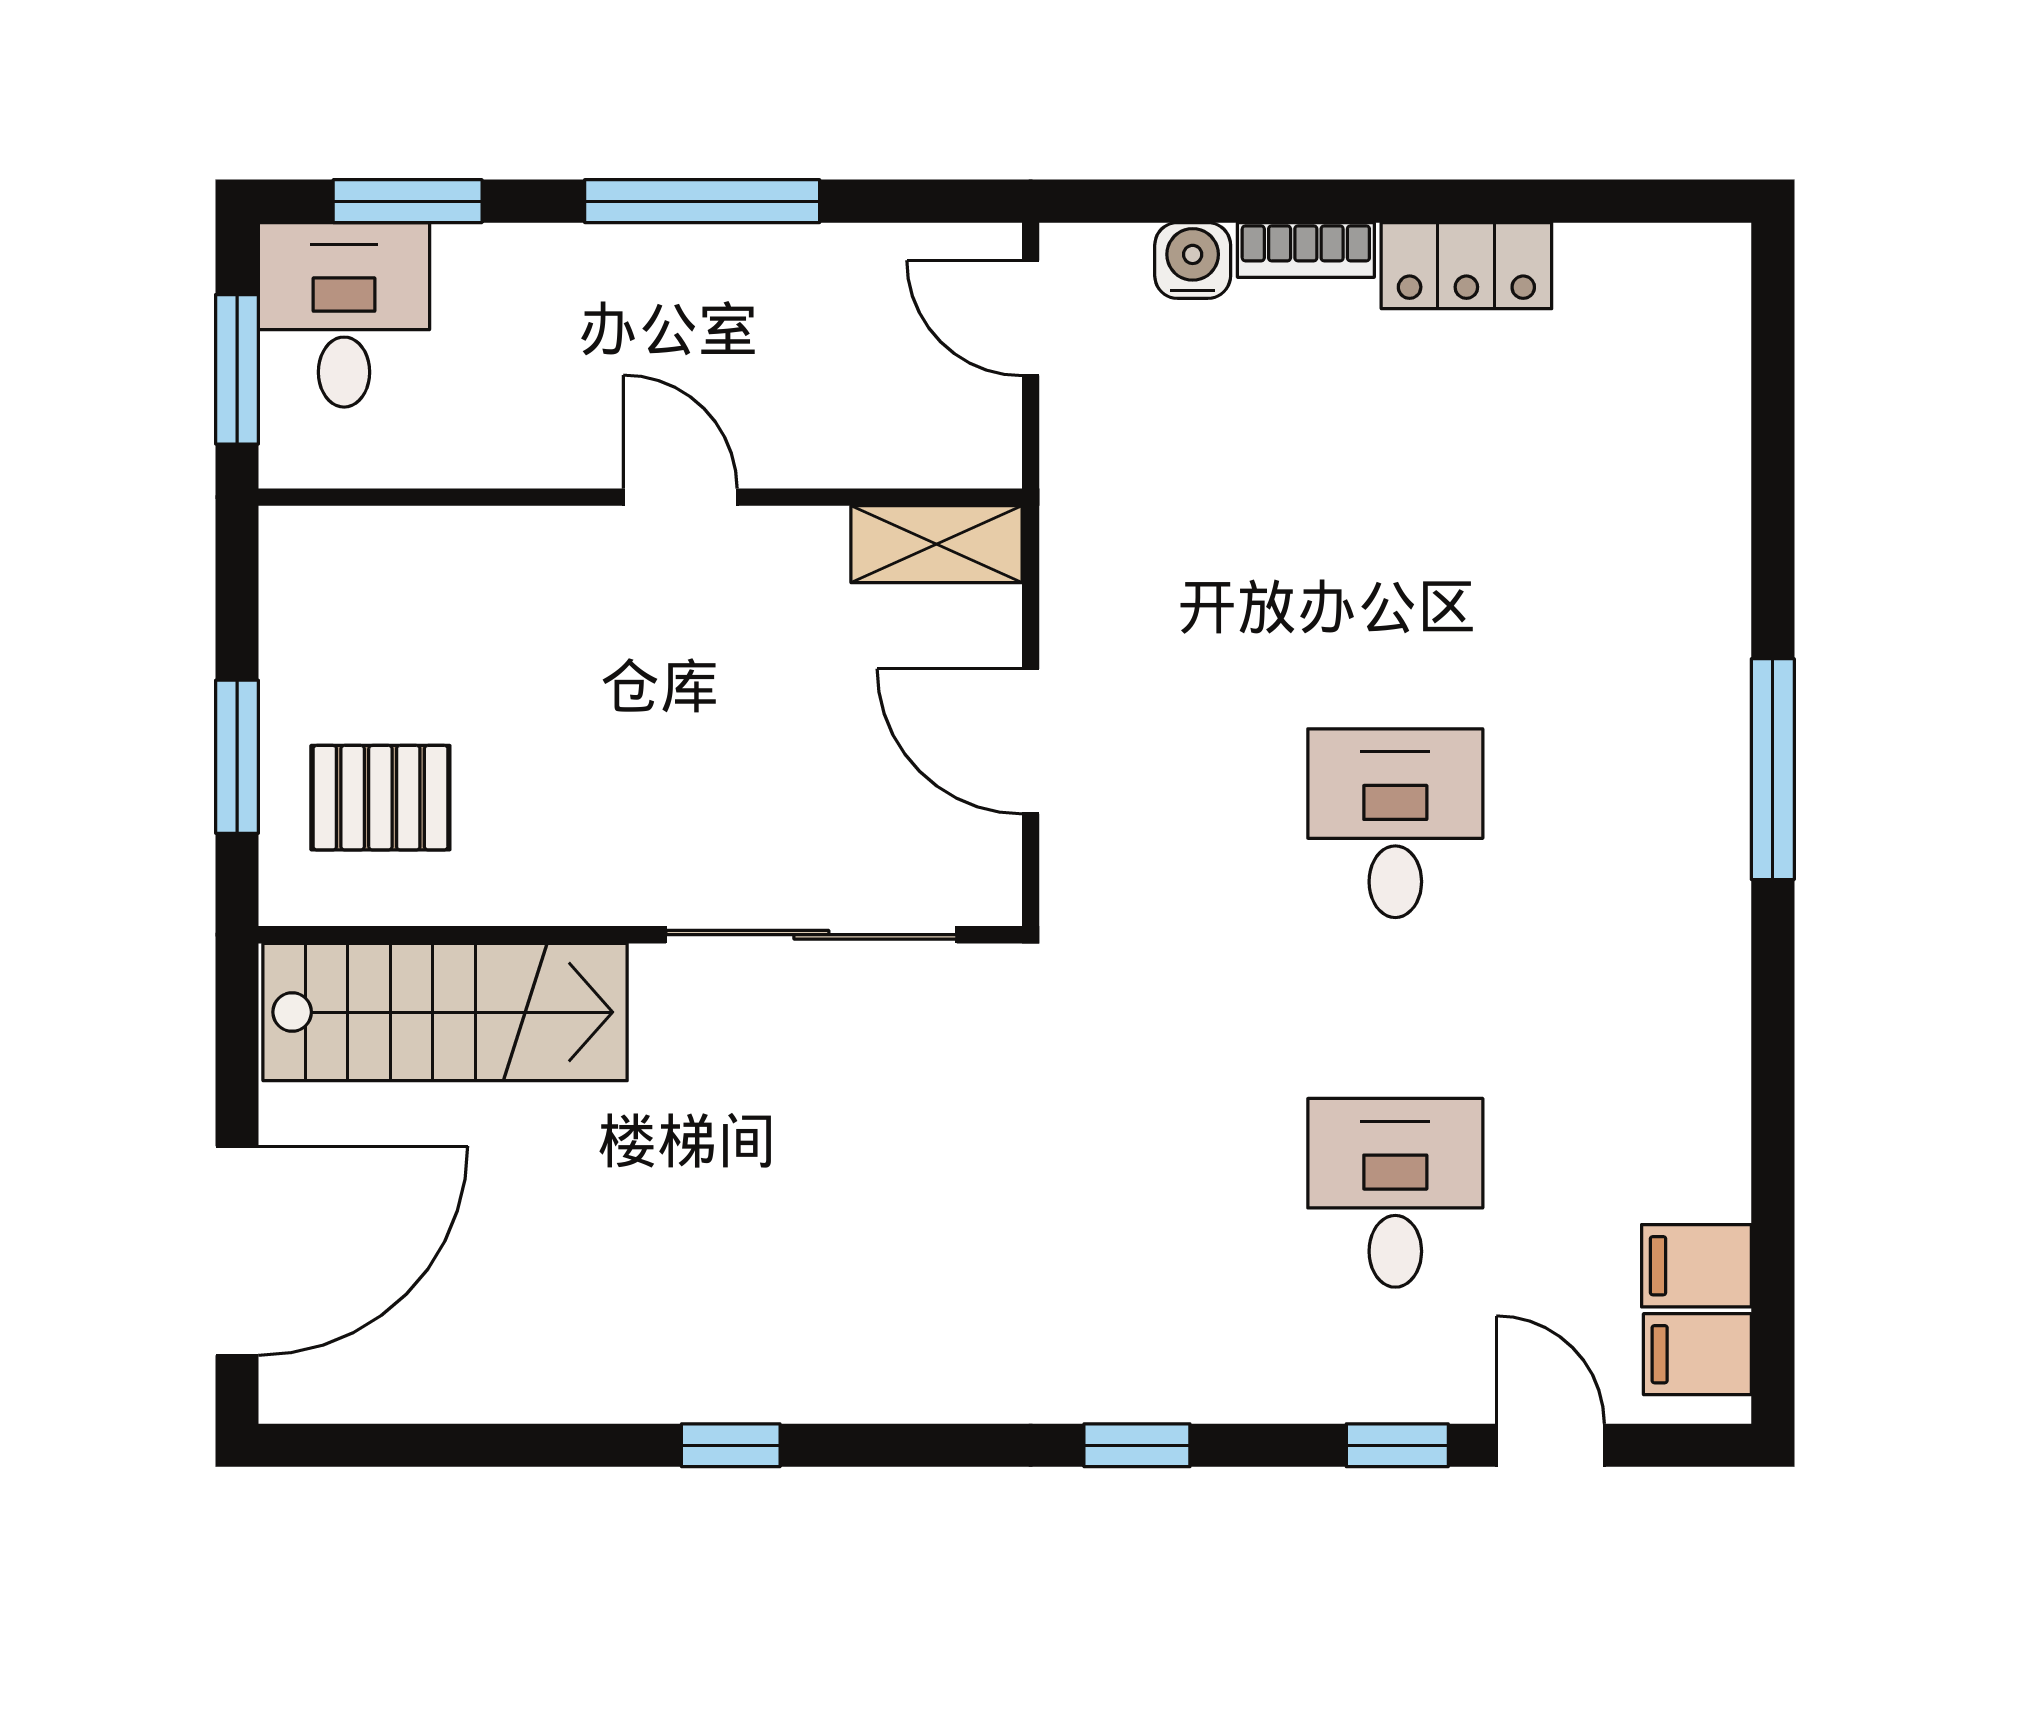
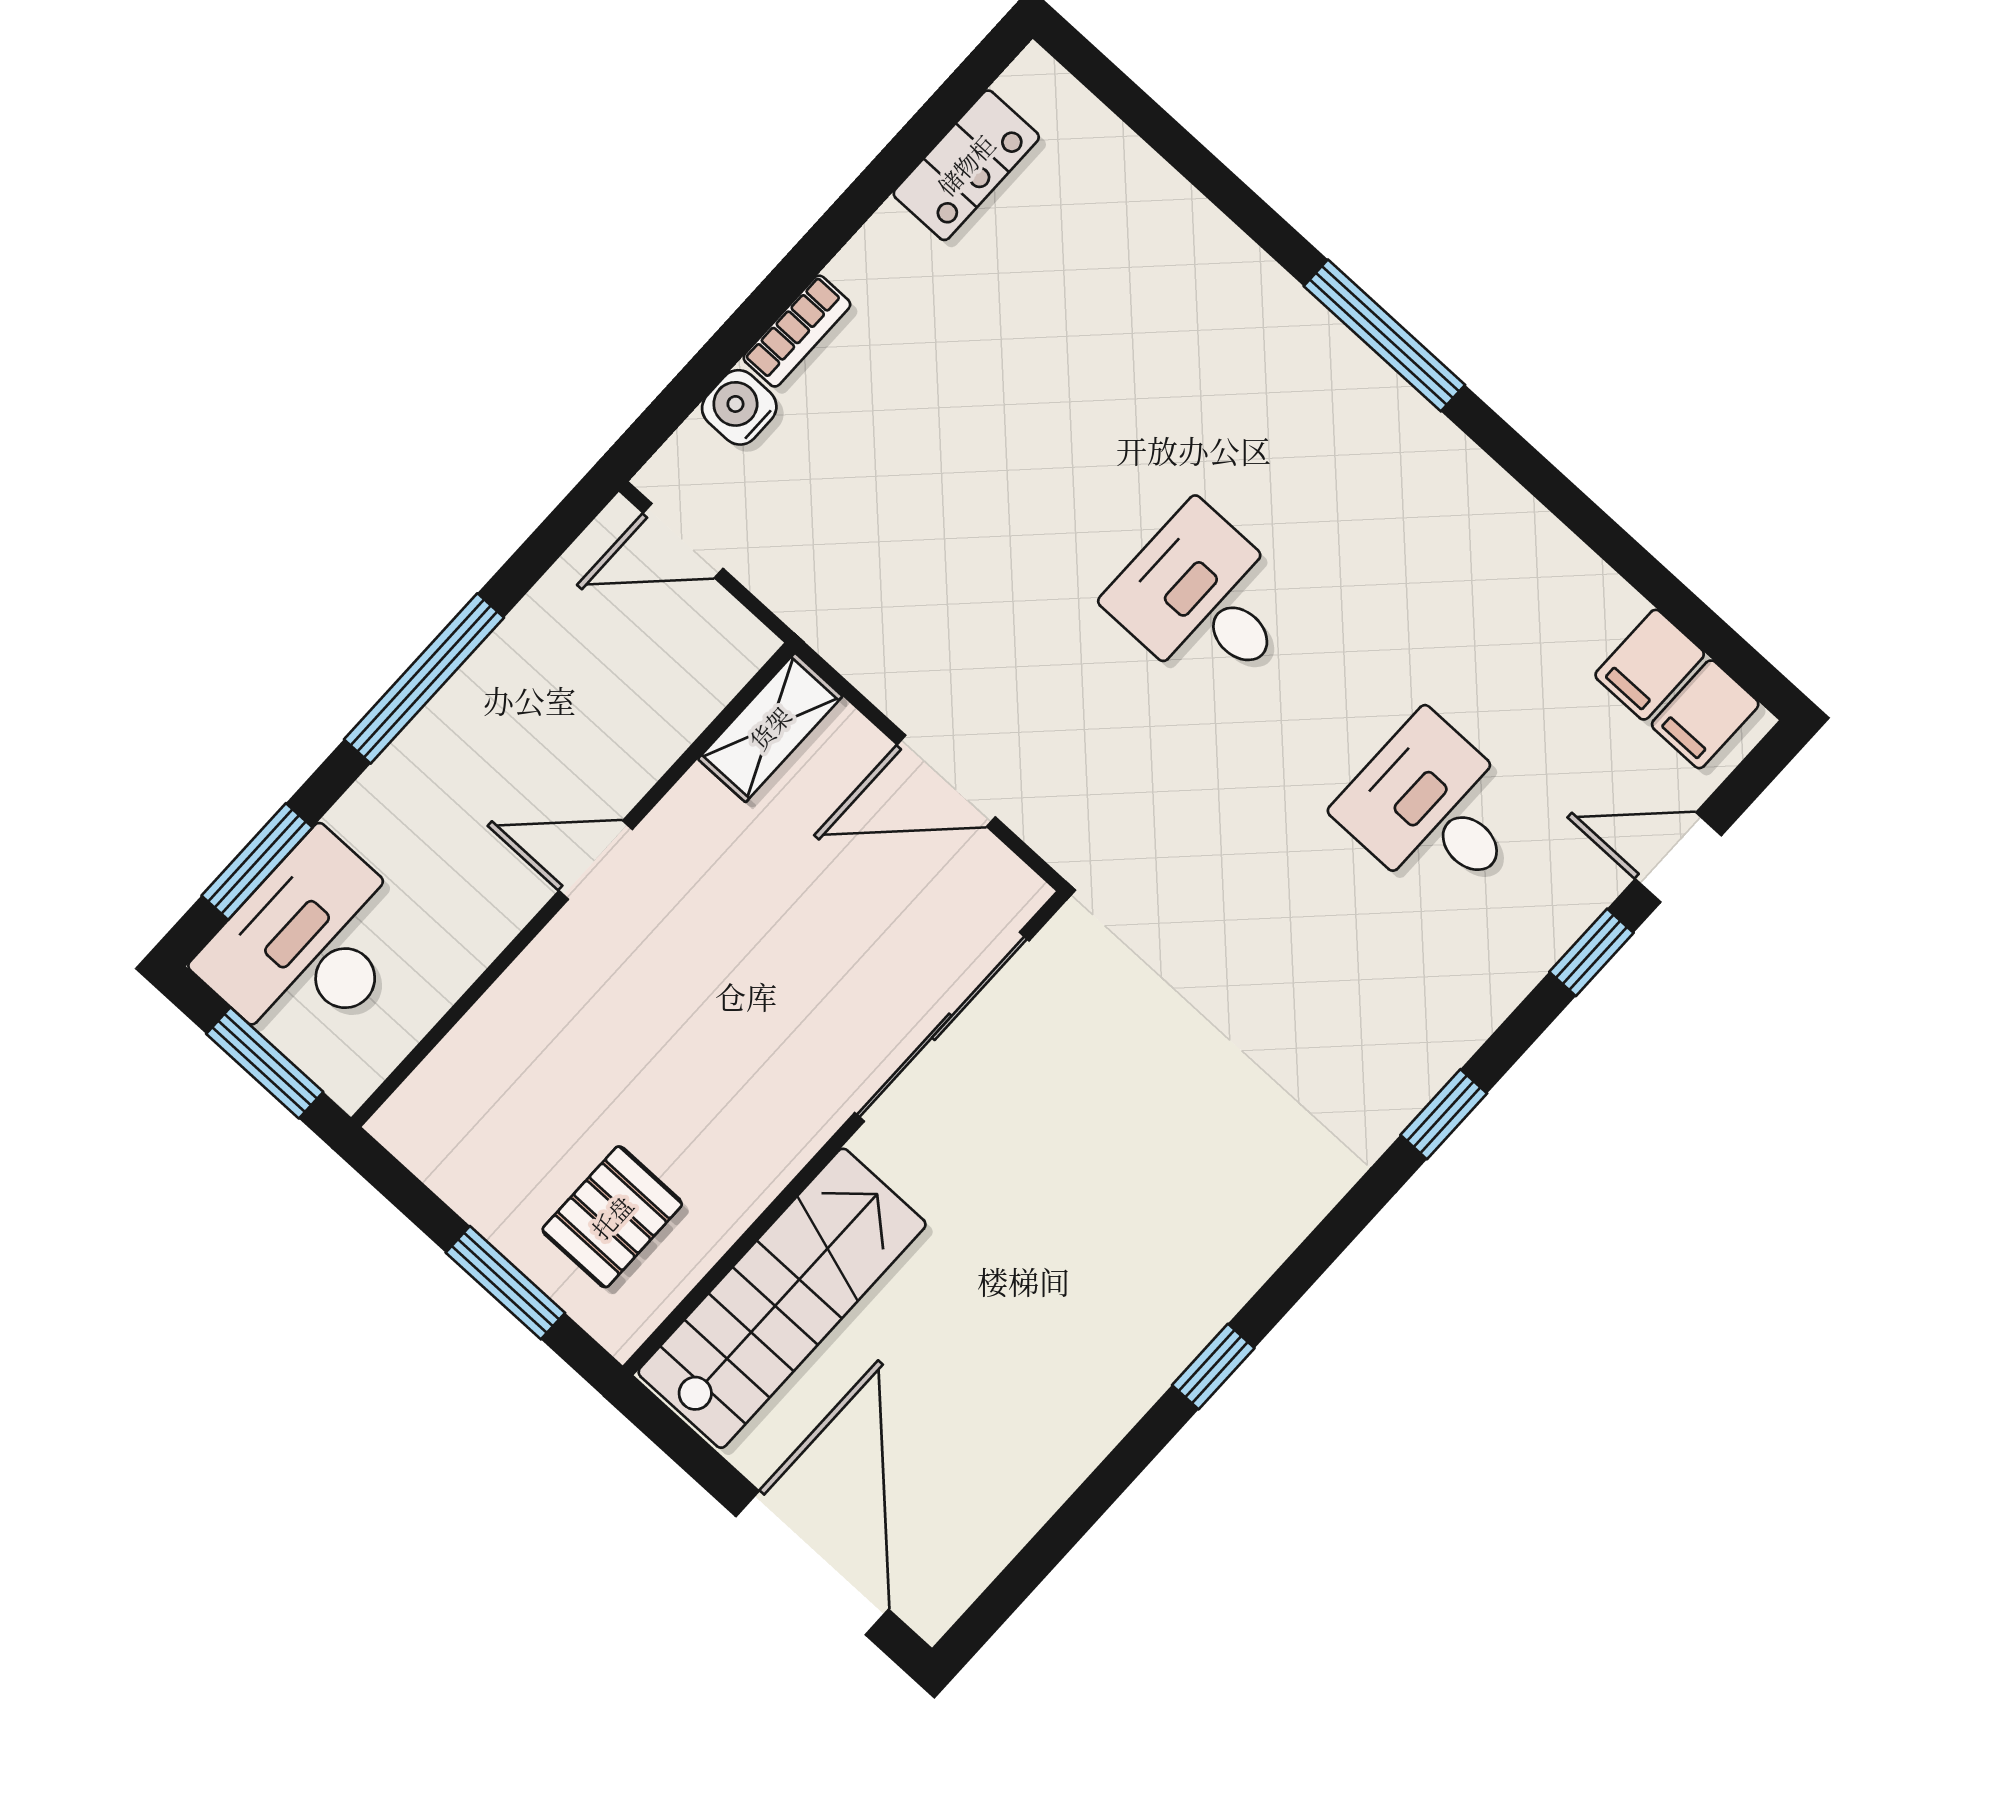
locker: (1466, 266) -> (966, 165), moved
desk: (344, 315) -> (310, 946), width x1.37

